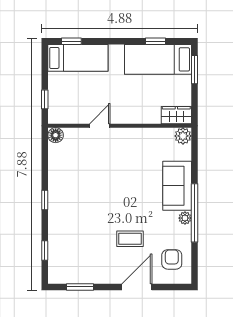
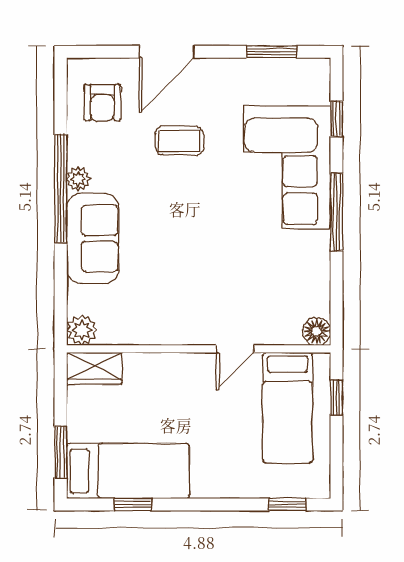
bed: (78, 58) -> (288, 408), moved, turned -90
window: (45, 200) -> (336, 212), width x2.17
corner sofa: (72, 224) -> (287, 167), added

